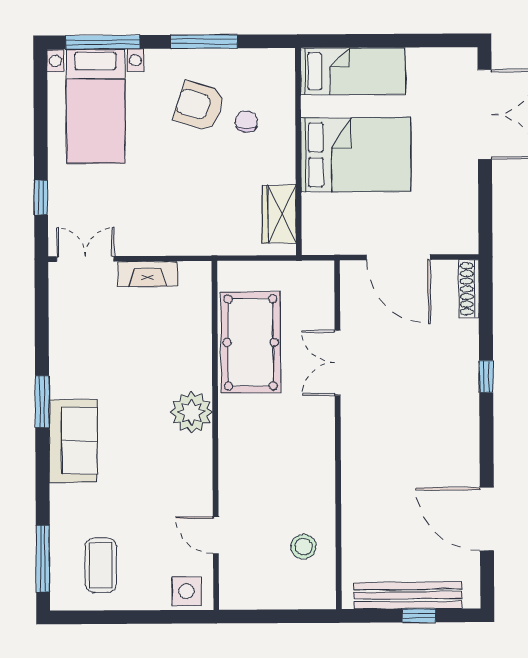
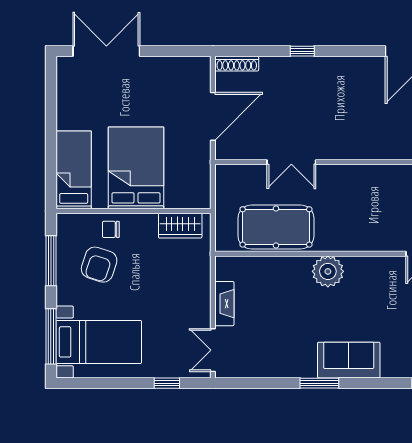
bed: (353, 71) -> (74, 170), moved
wall: (298, 152) -> (133, 211), moved
bed: (356, 155) -> (136, 168), moved
wardrobe: (279, 214) -> (180, 226), moved

